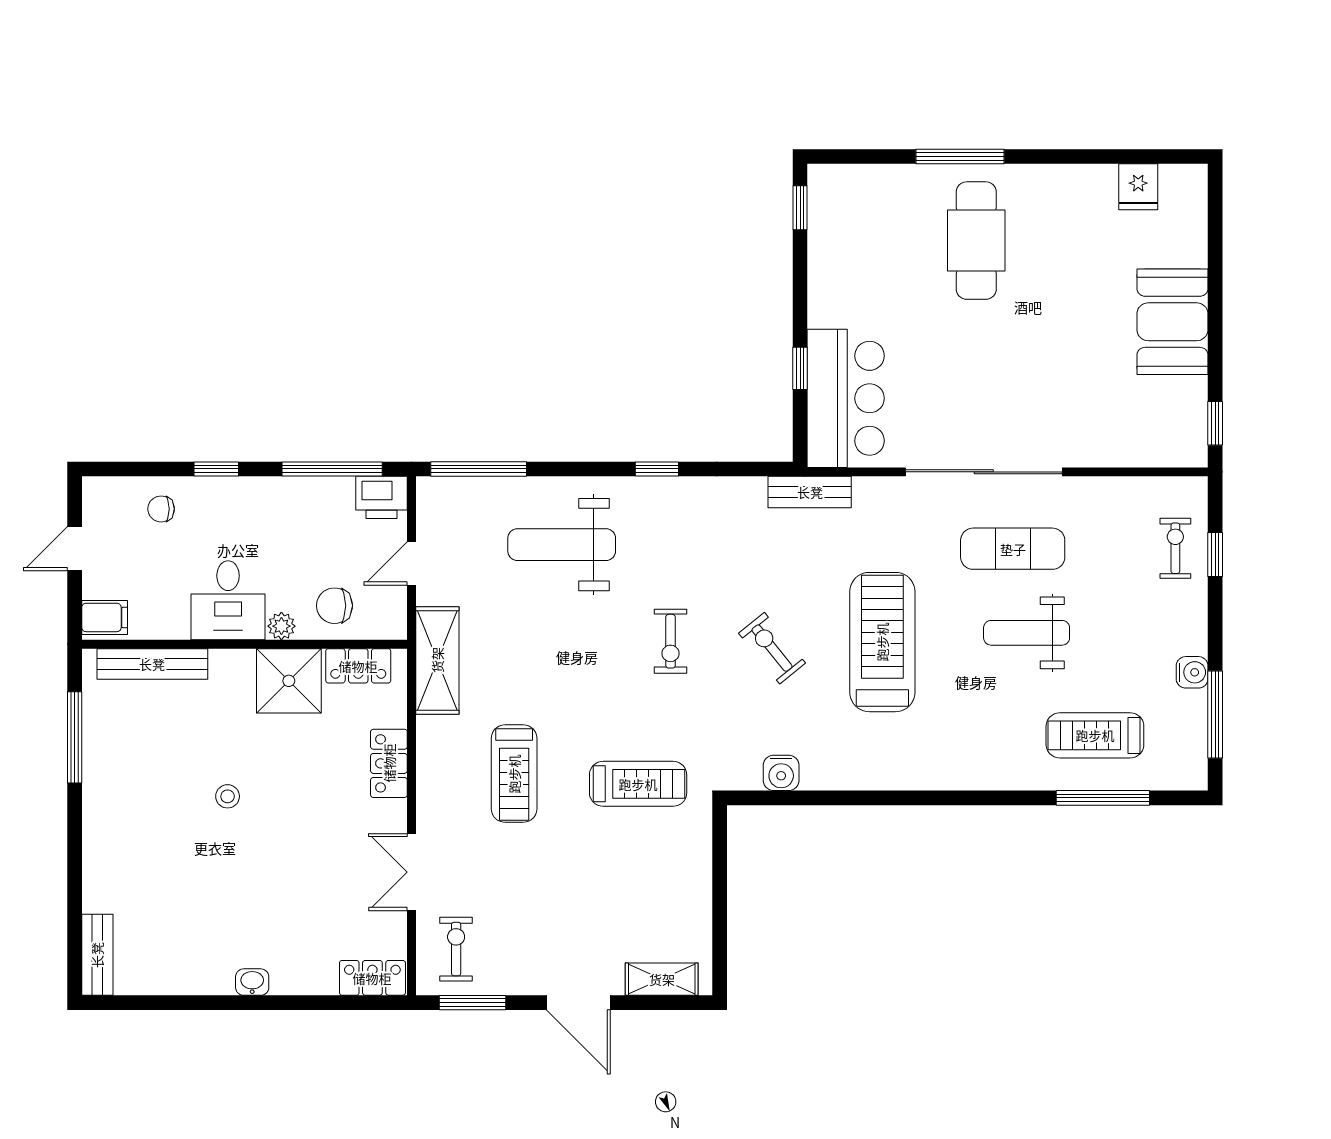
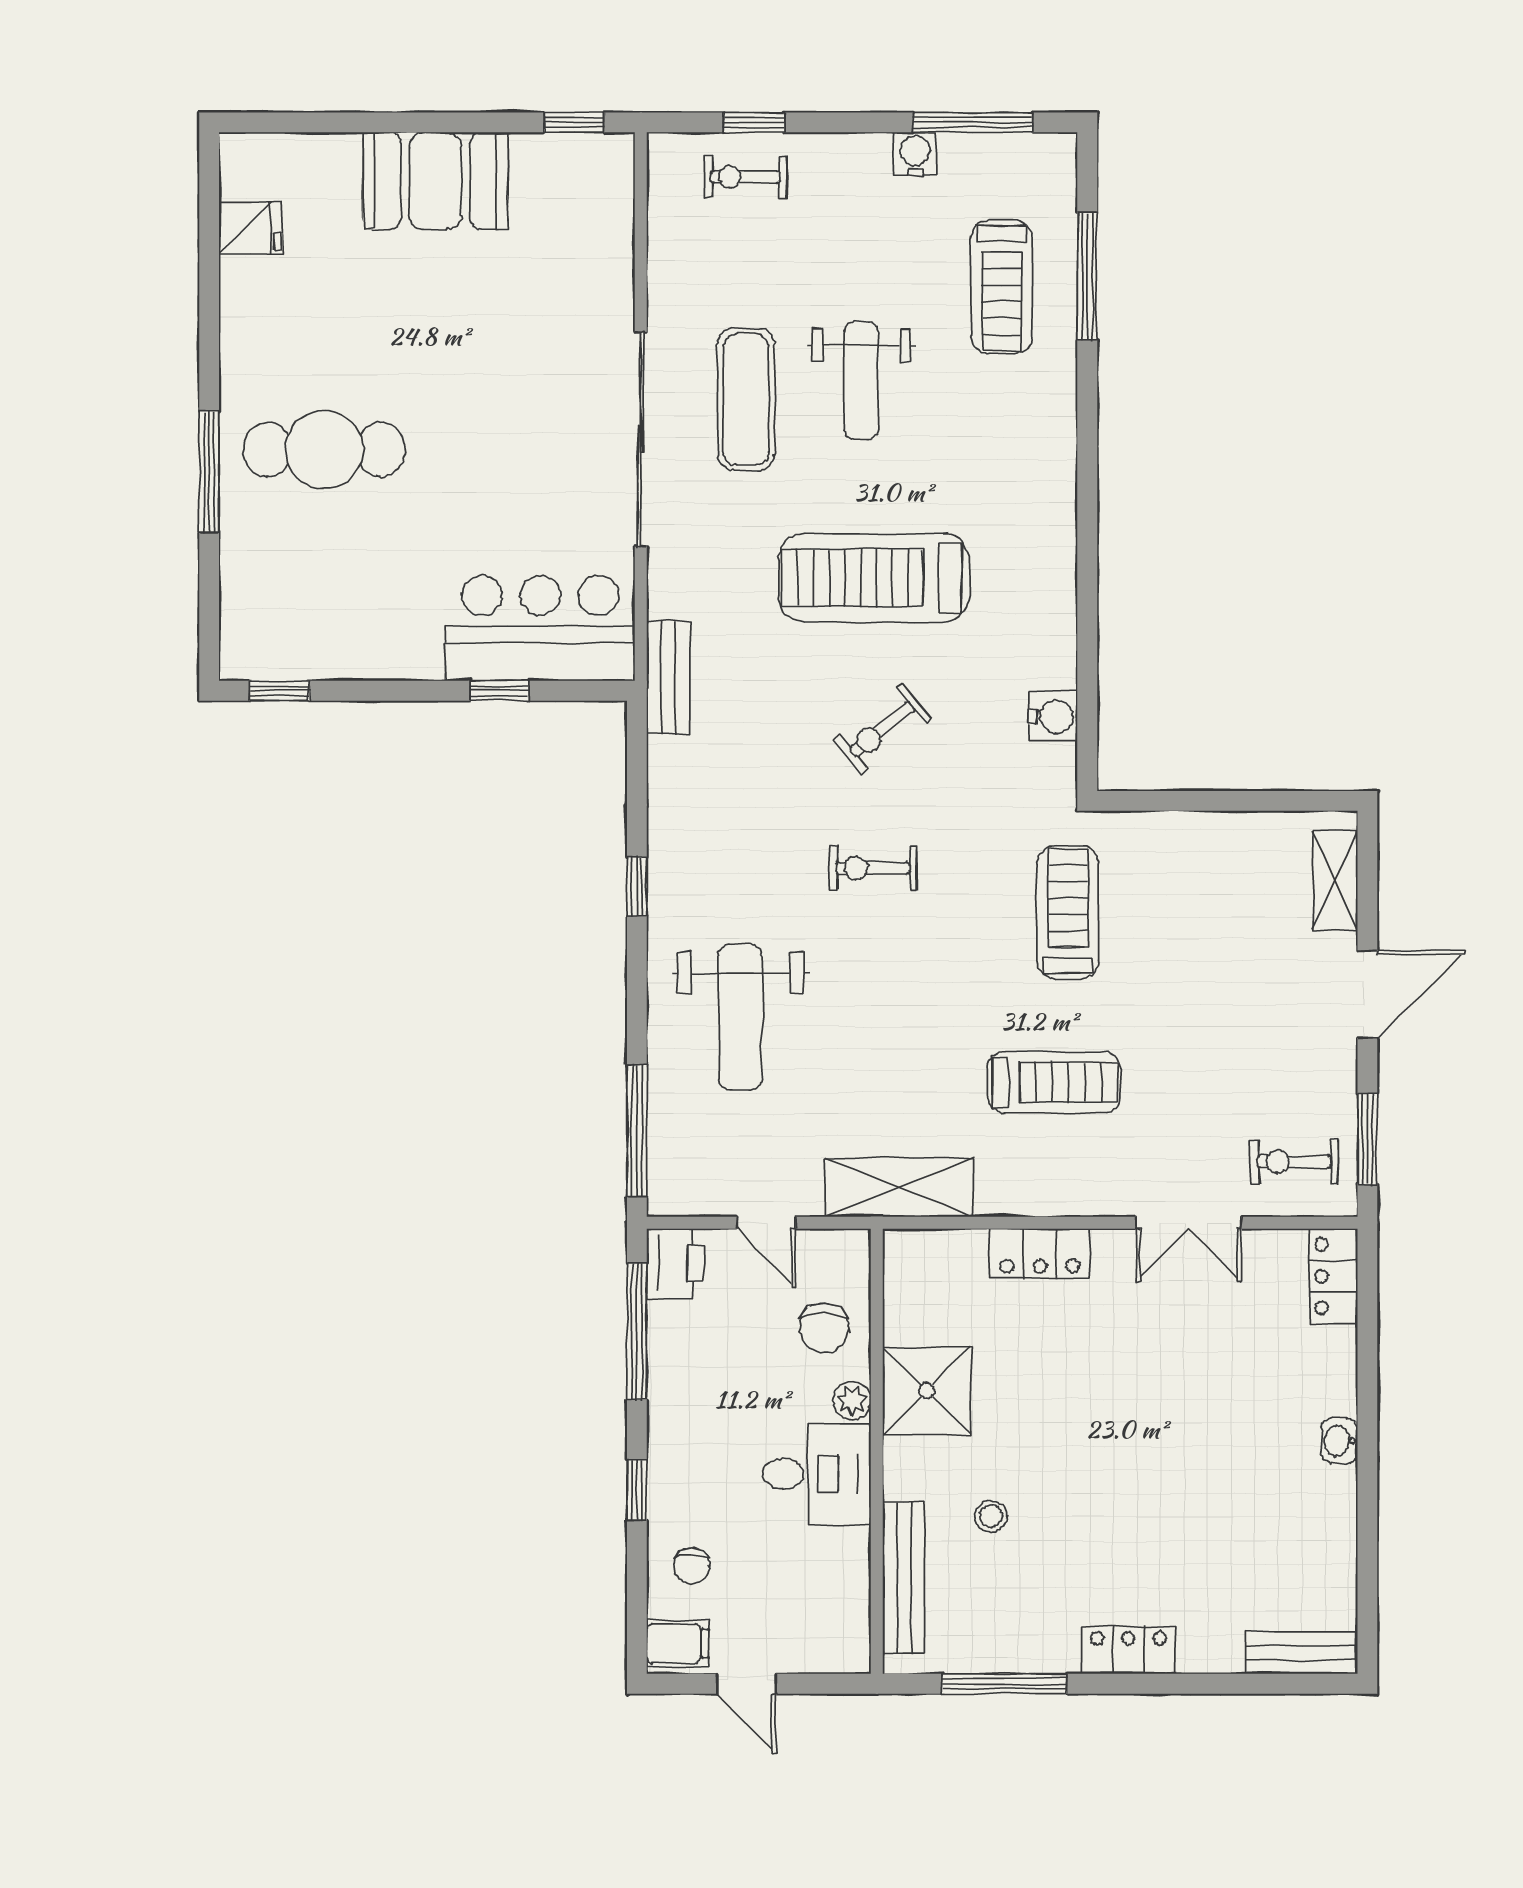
filing cabinet: (105, 617) -> (678, 1644), moved, turned 90
exercise bike: (671, 641) -> (873, 868), turned 180
locker: (358, 666) -> (1128, 1650), moved, turned -90
stool: (228, 796) -> (991, 1516), moved

